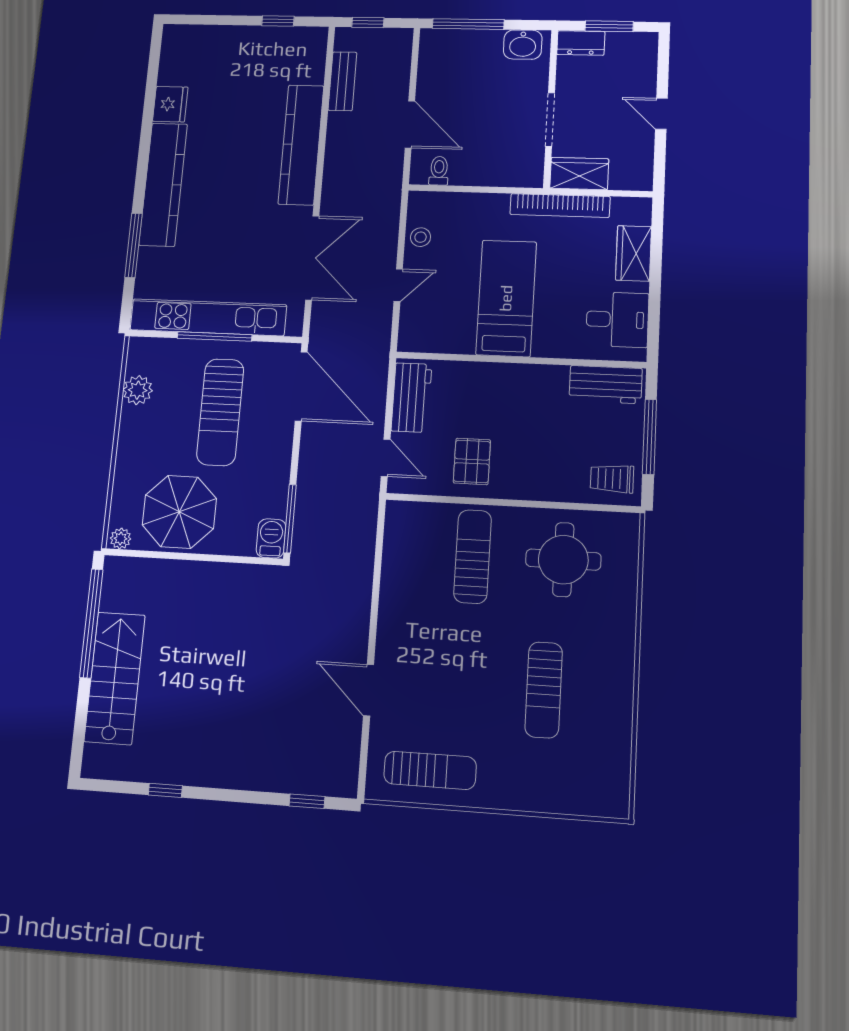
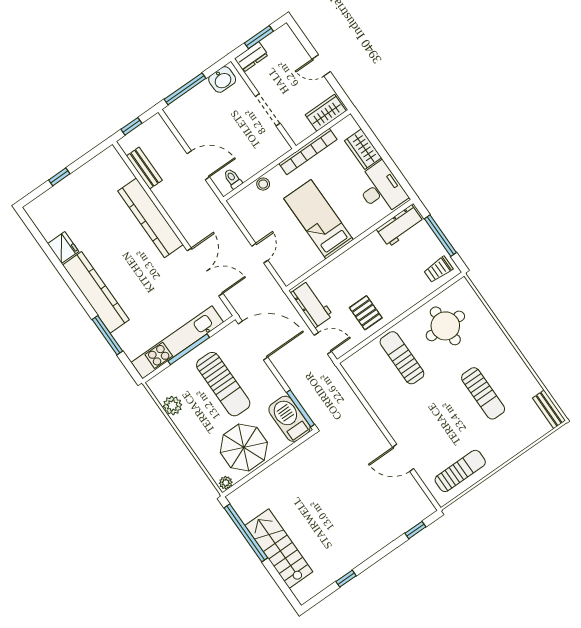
window: (278, 21) -> (59, 177), moved
wardrobe: (579, 174) -> (326, 113), moved
stool: (421, 237) -> (263, 184), moved
desk: (617, 320) -> (381, 189), width x1.37
barbecue: (271, 538) -> (289, 419), width x1.88, depth x1.53
bench: (618, 785) -> (549, 409), added

